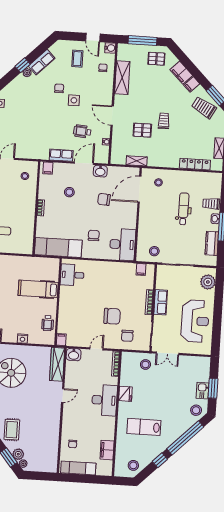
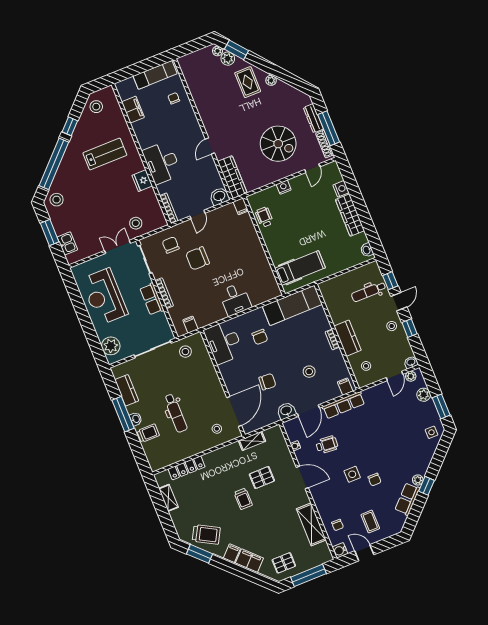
row of seats: (61, 155) -> (344, 405), width x1.48
kitchen counter: (29, 203) -> (348, 338), added
desk: (72, 275) -> (235, 299), moved, turned 90
hospital bed: (38, 289) -> (300, 268), moved
kitchen sink: (203, 391) -> (67, 243), moved

